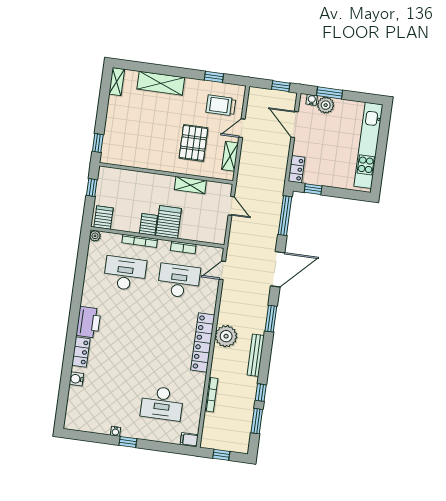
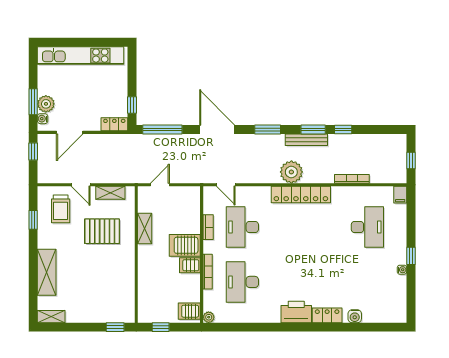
window: (257, 421) -> (313, 129), moved

